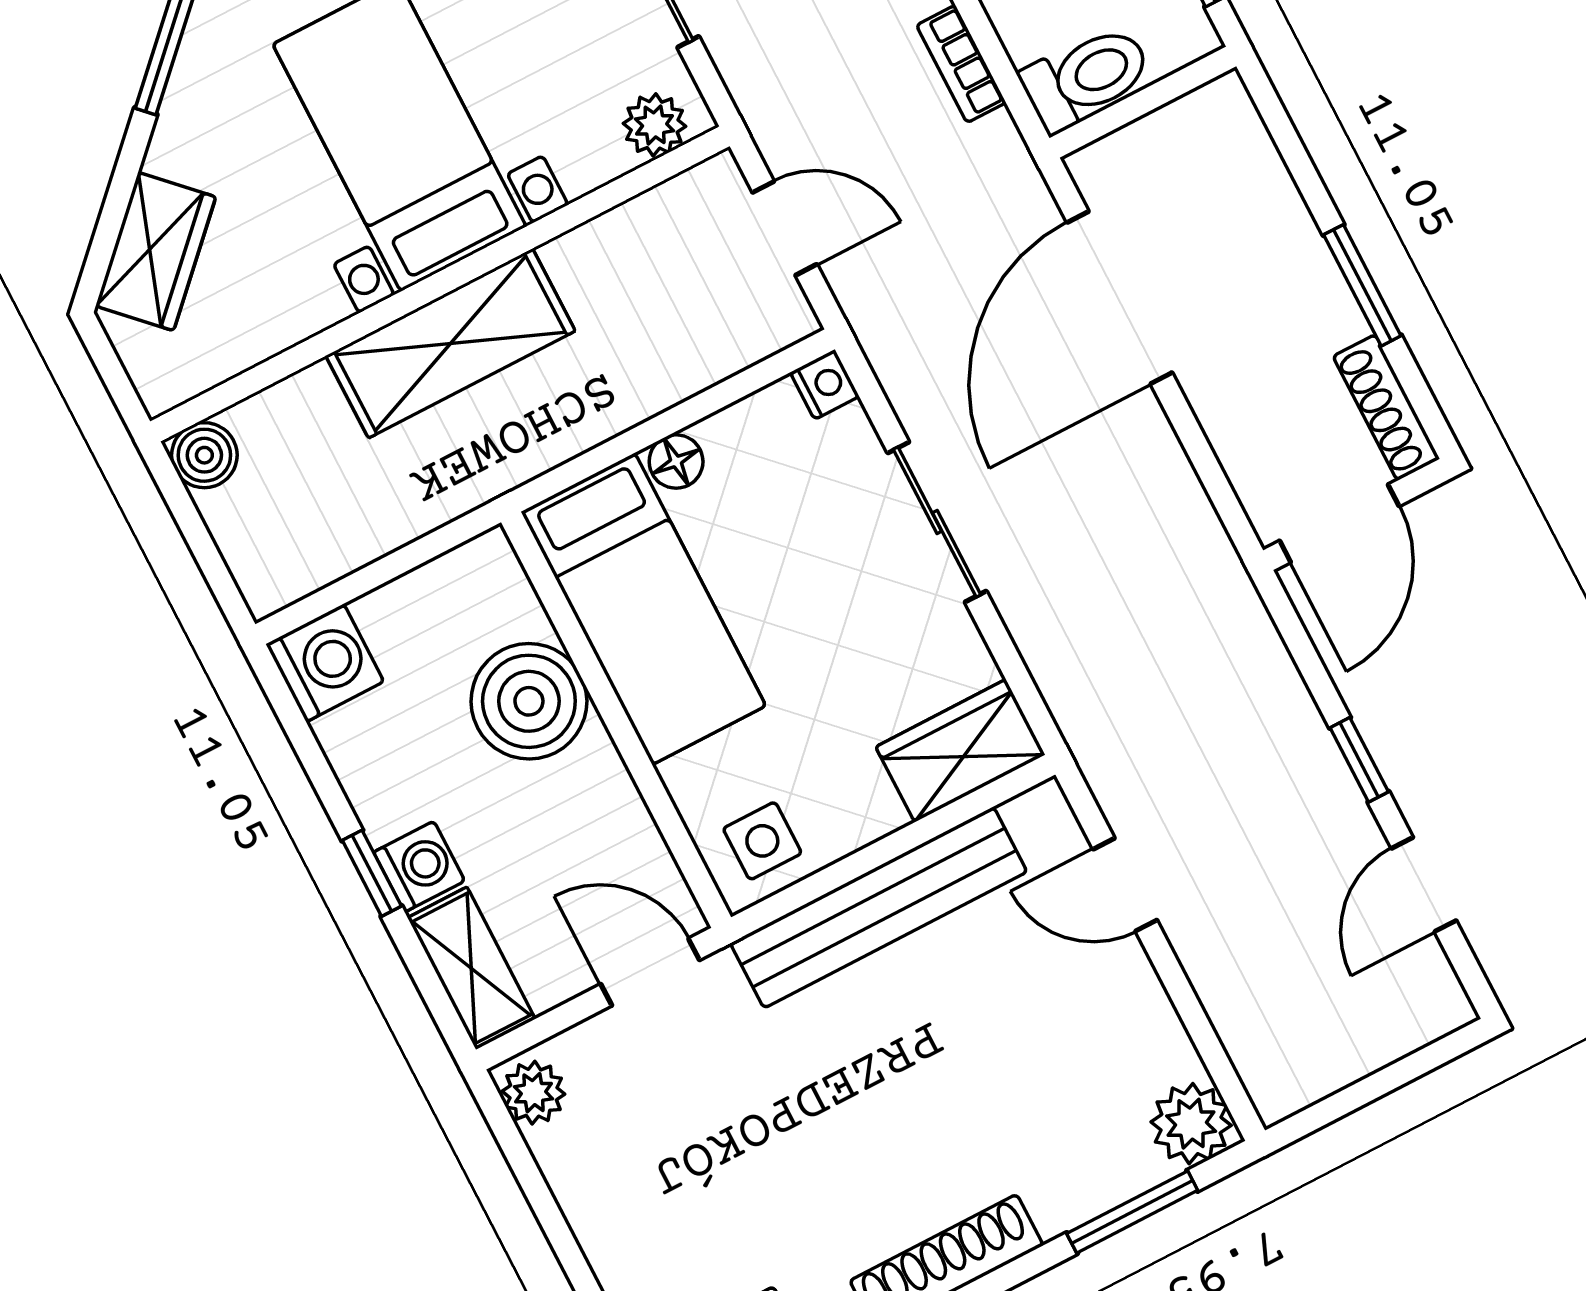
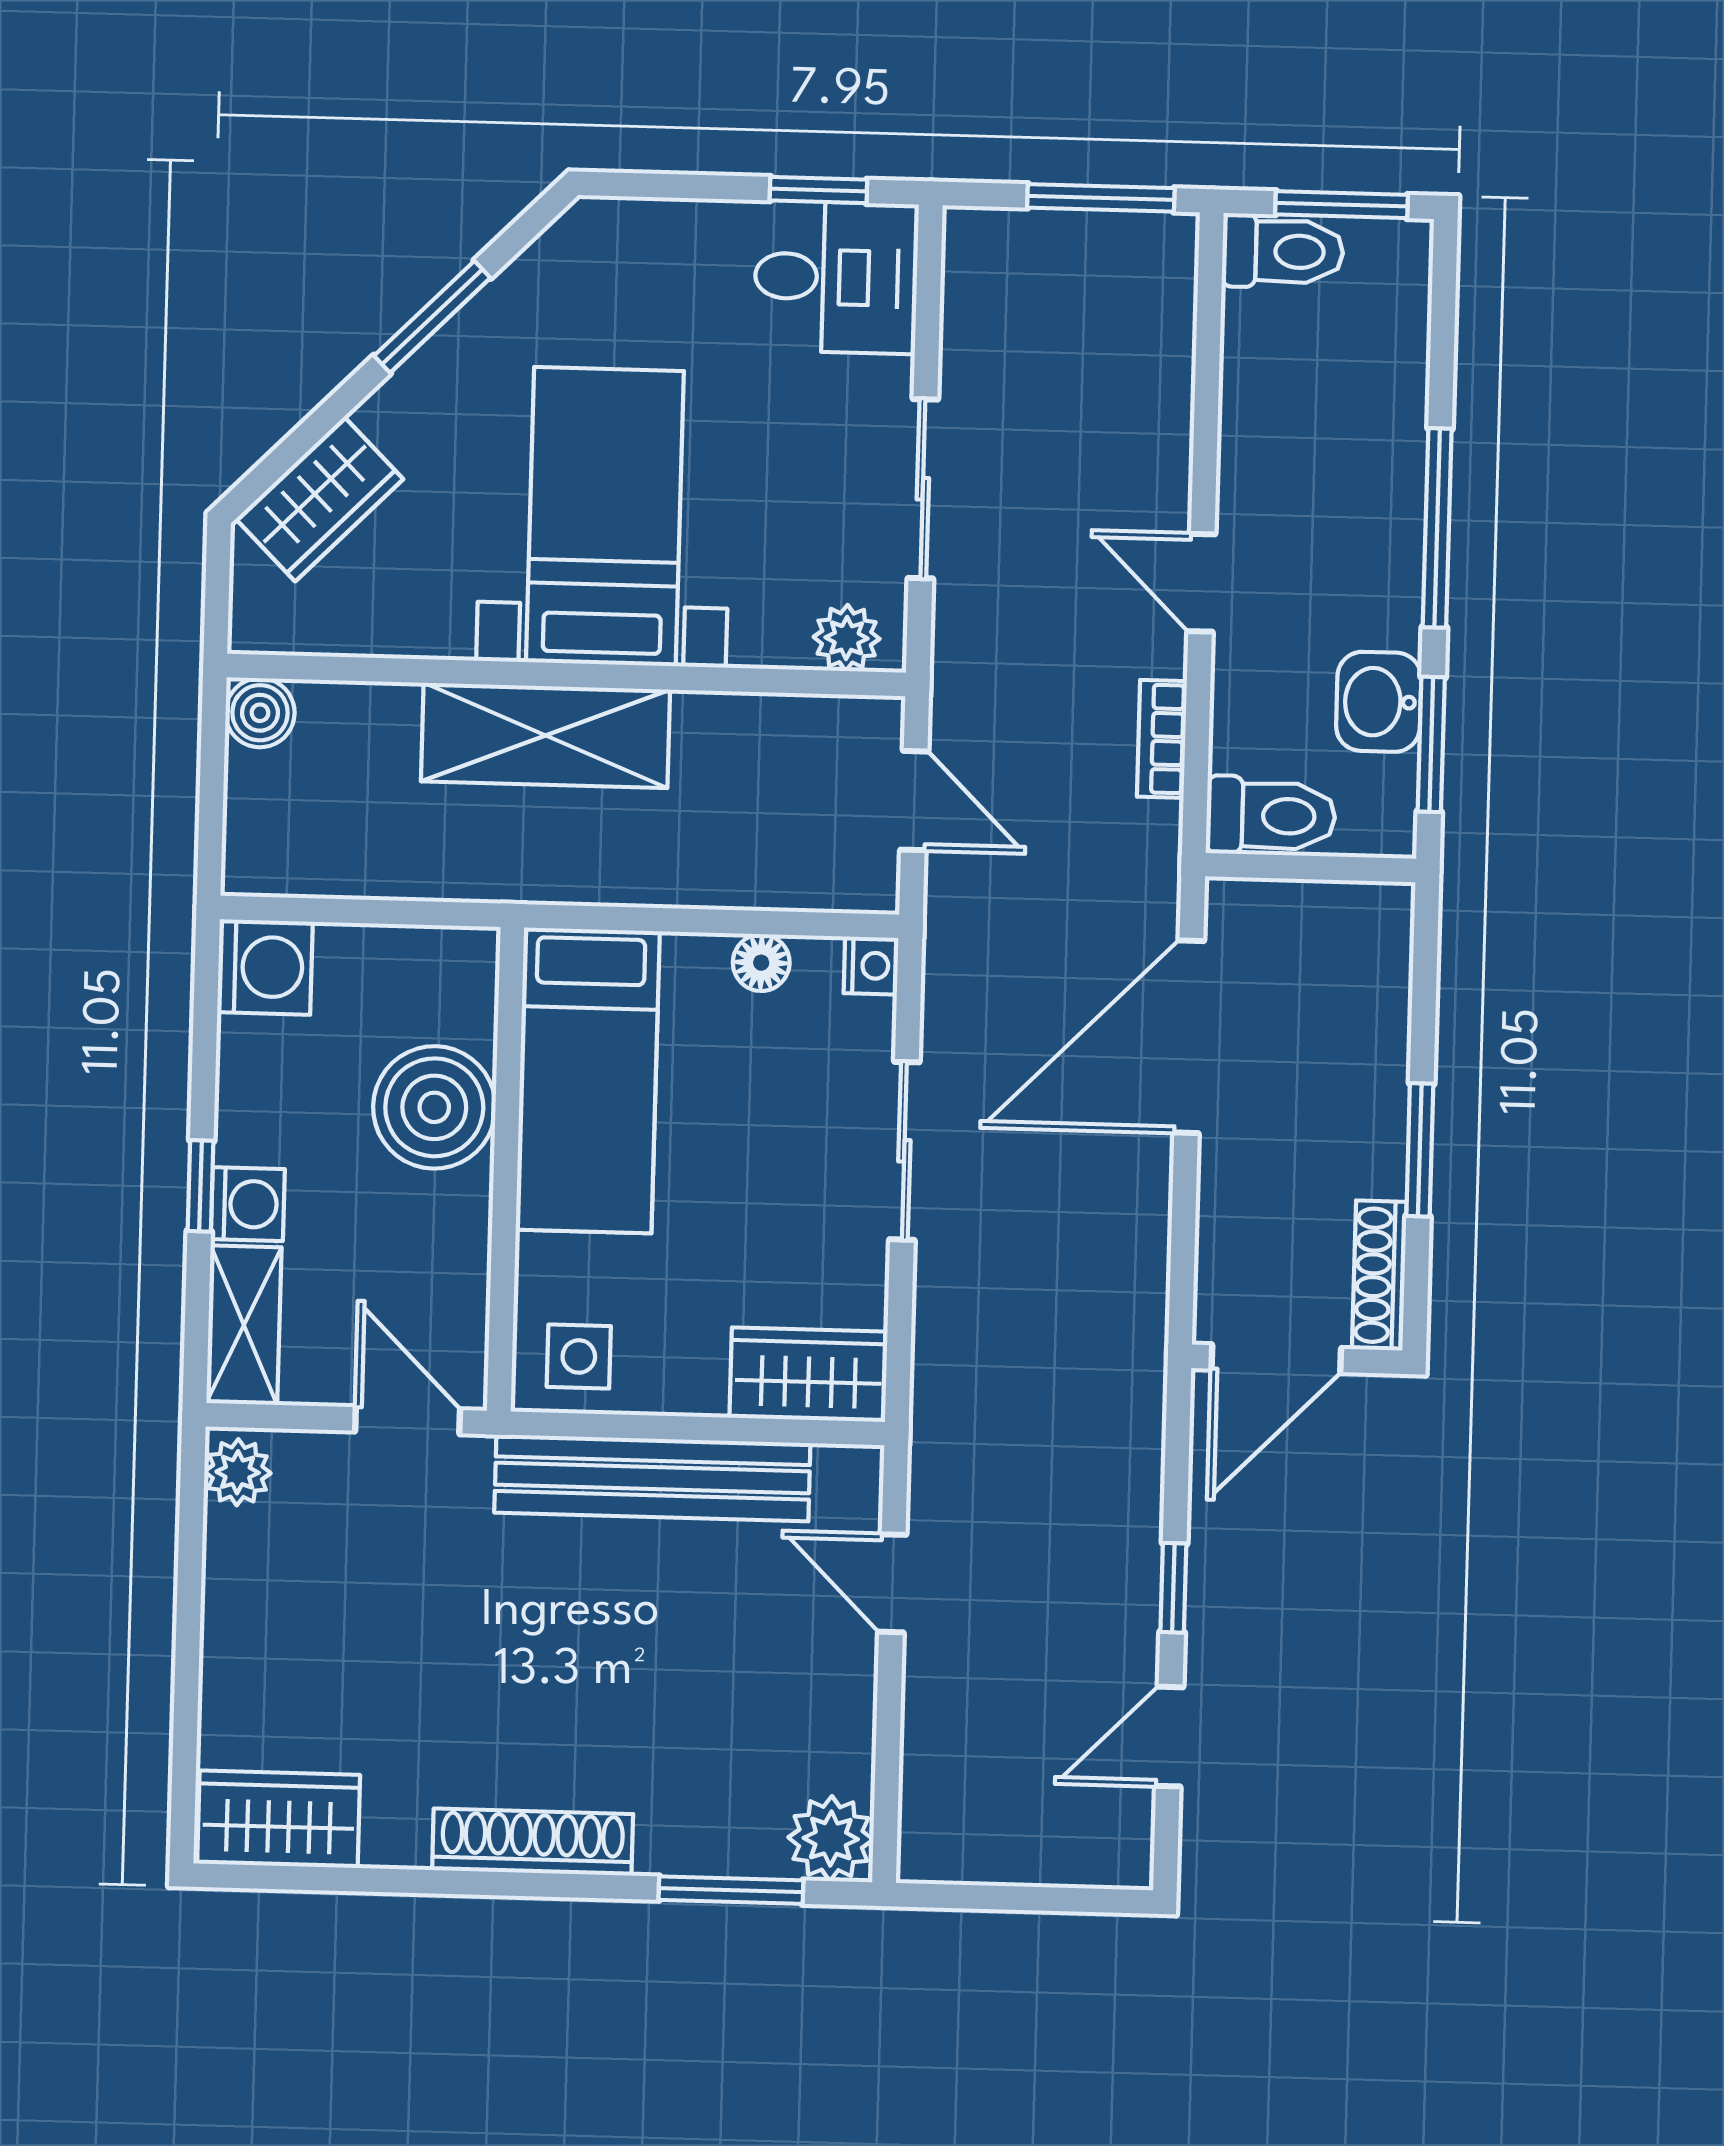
floor lamp: (676, 461) -> (761, 963), moved

